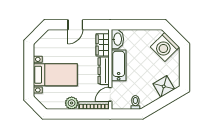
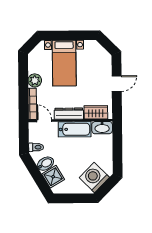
door: (75, 25) -> (117, 84), swing flipped
bidet: (151, 94) -> (45, 164), added

